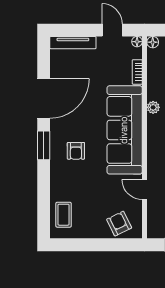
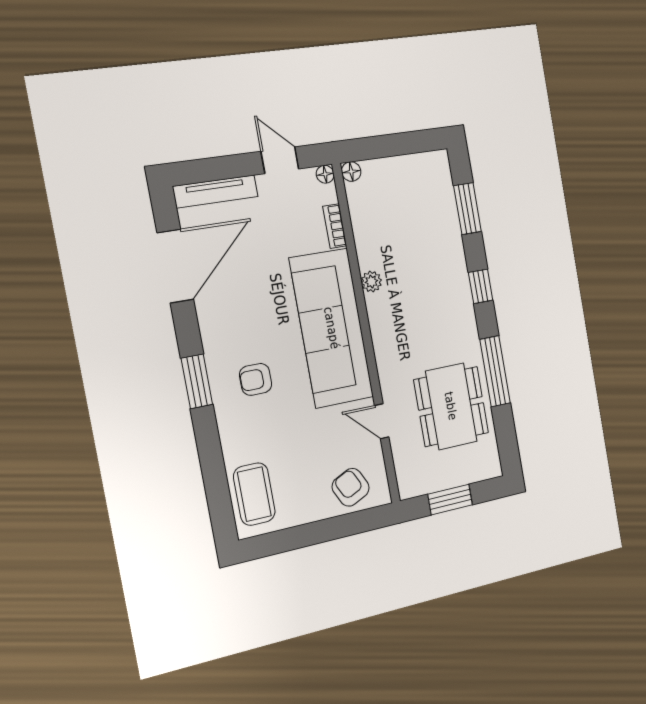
door: (44, 98) -> (175, 266), moved
armchair: (76, 151) -> (256, 379), turned 90
coffee table: (64, 215) -> (254, 494), width x1.36, depth x1.30

